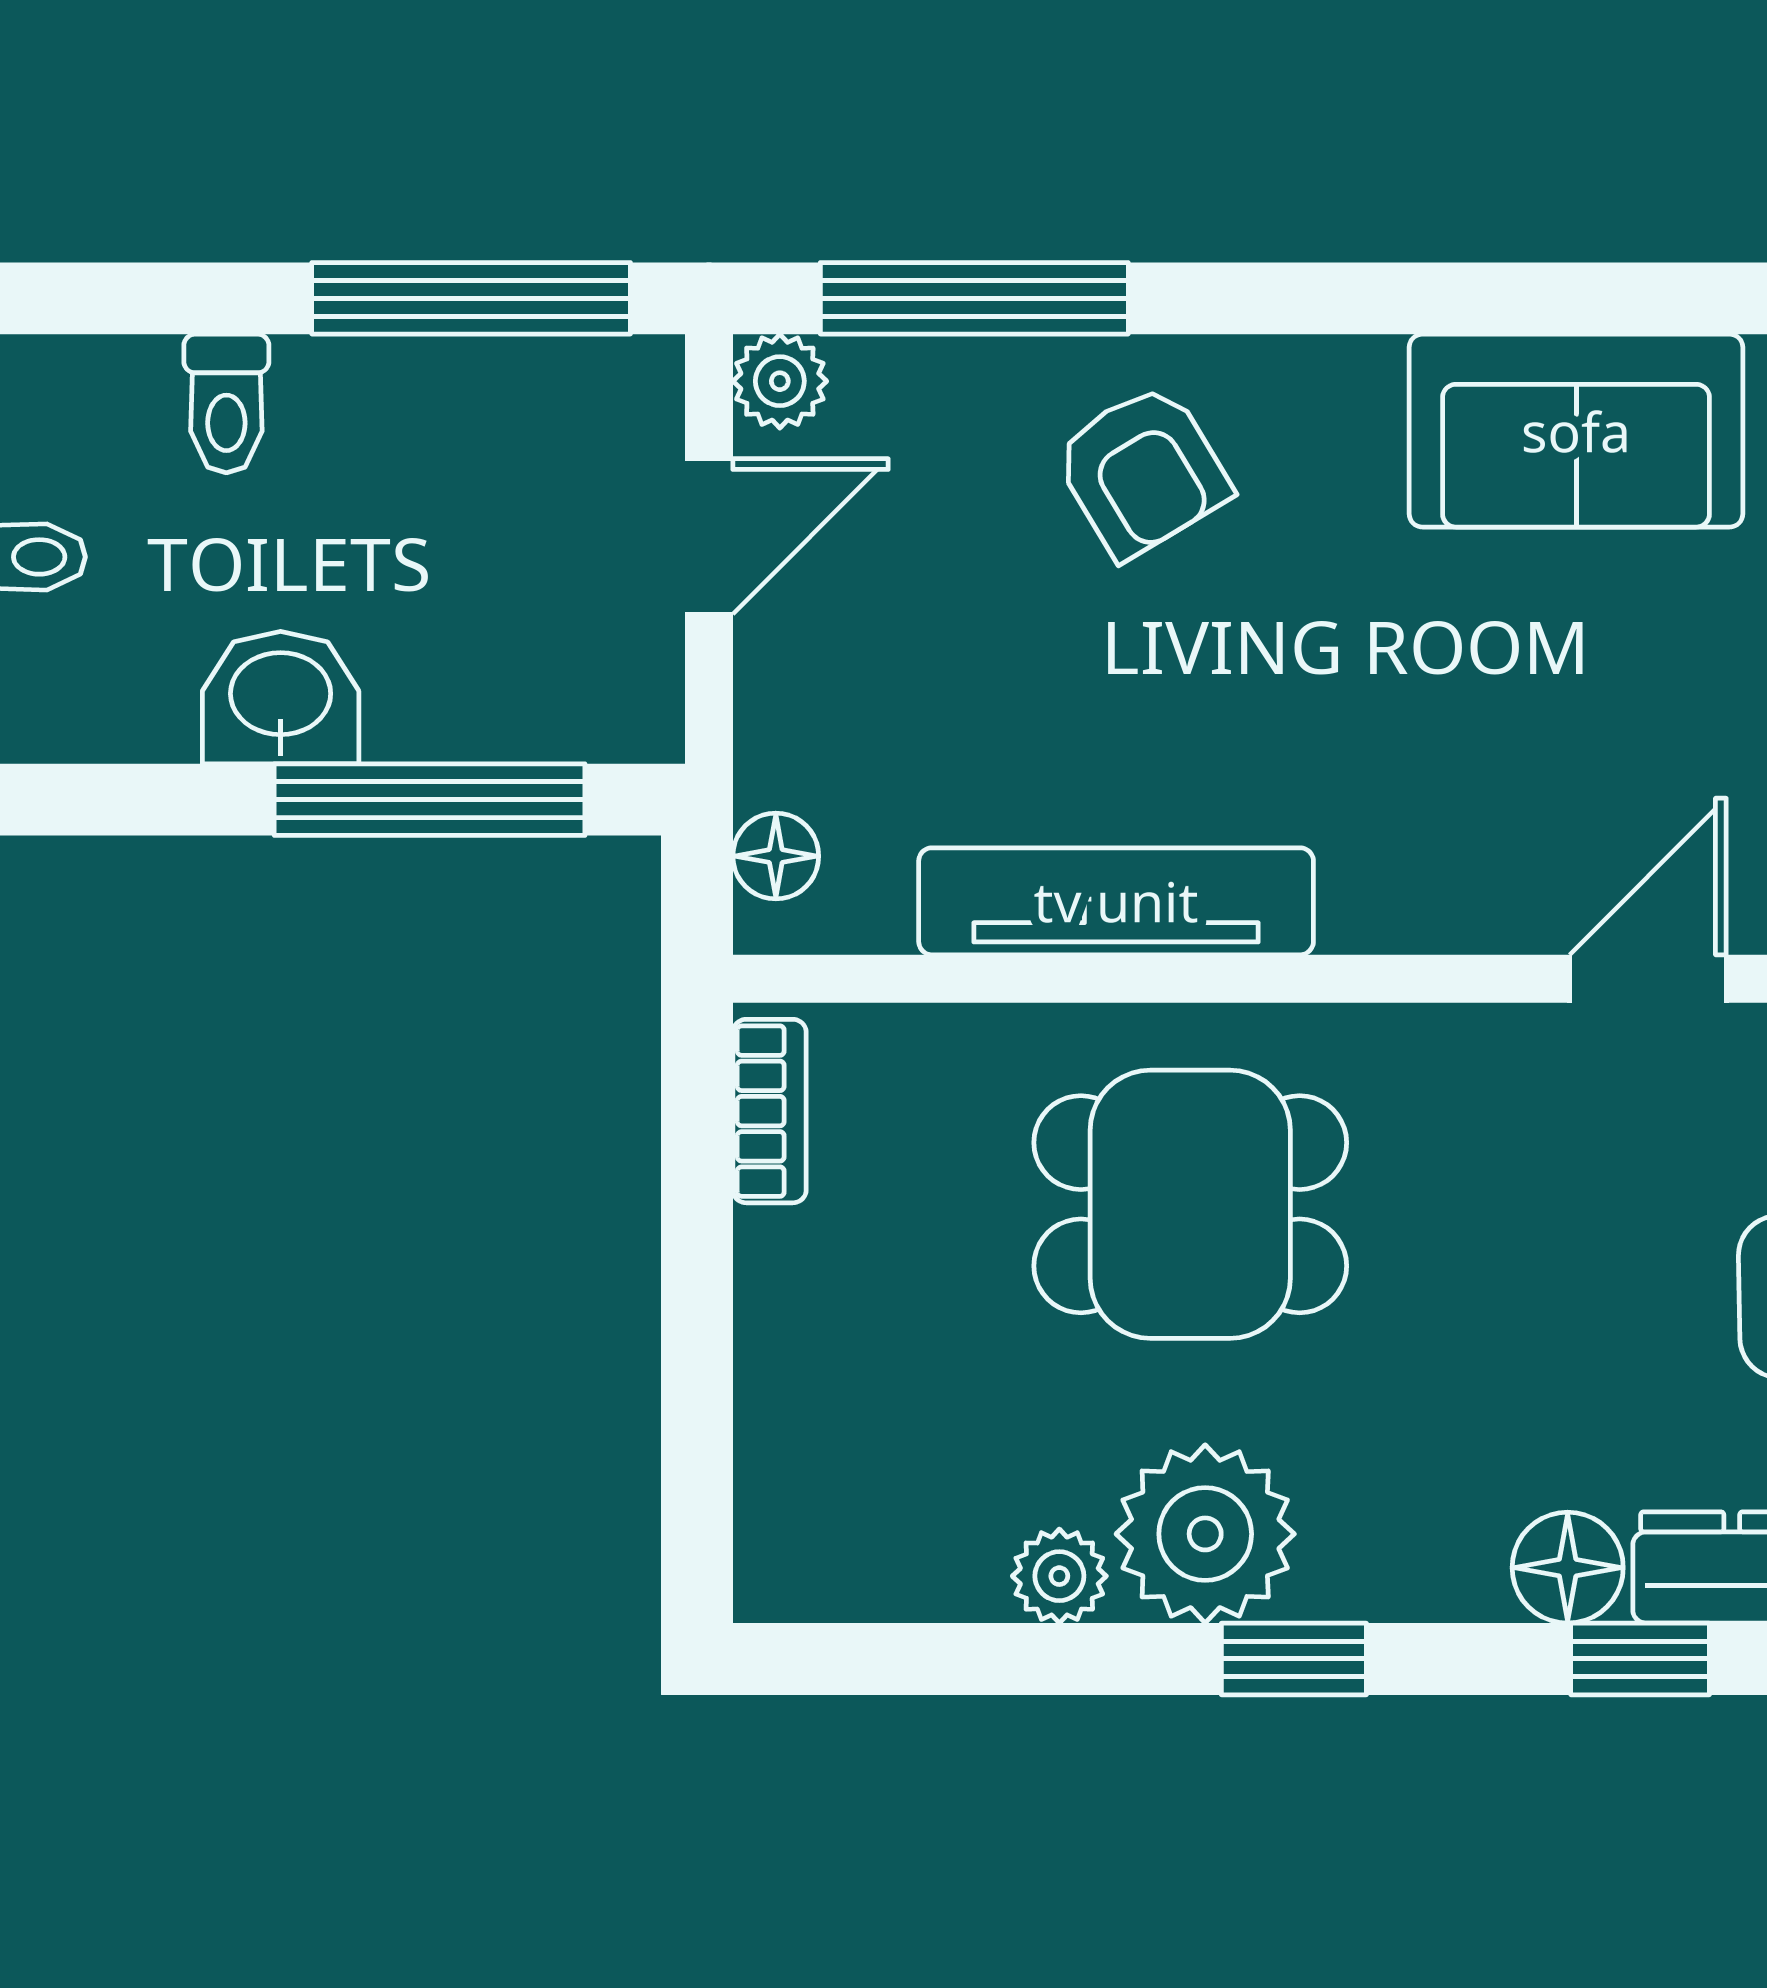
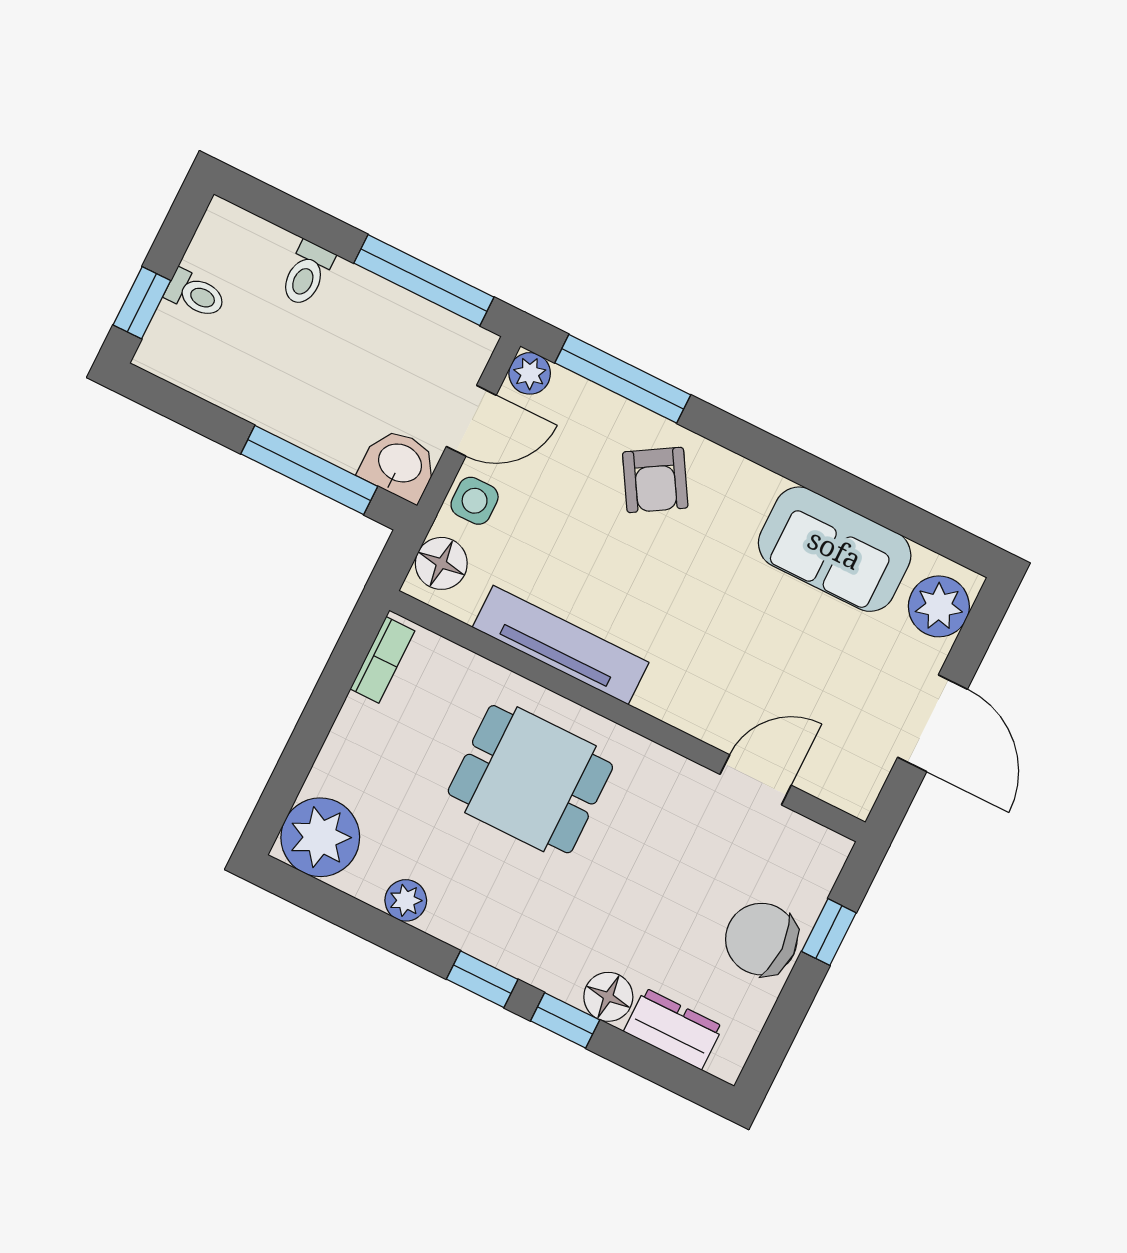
side table: (796, 695) -> (475, 501), added
washbasin: (281, 698) -> (399, 465), moved
floor lamp: (776, 856) -> (441, 563), width x1.37, depth x1.37
plant: (1205, 1534) -> (320, 837), moved
window: (1640, 1659) -> (565, 1020), moved

